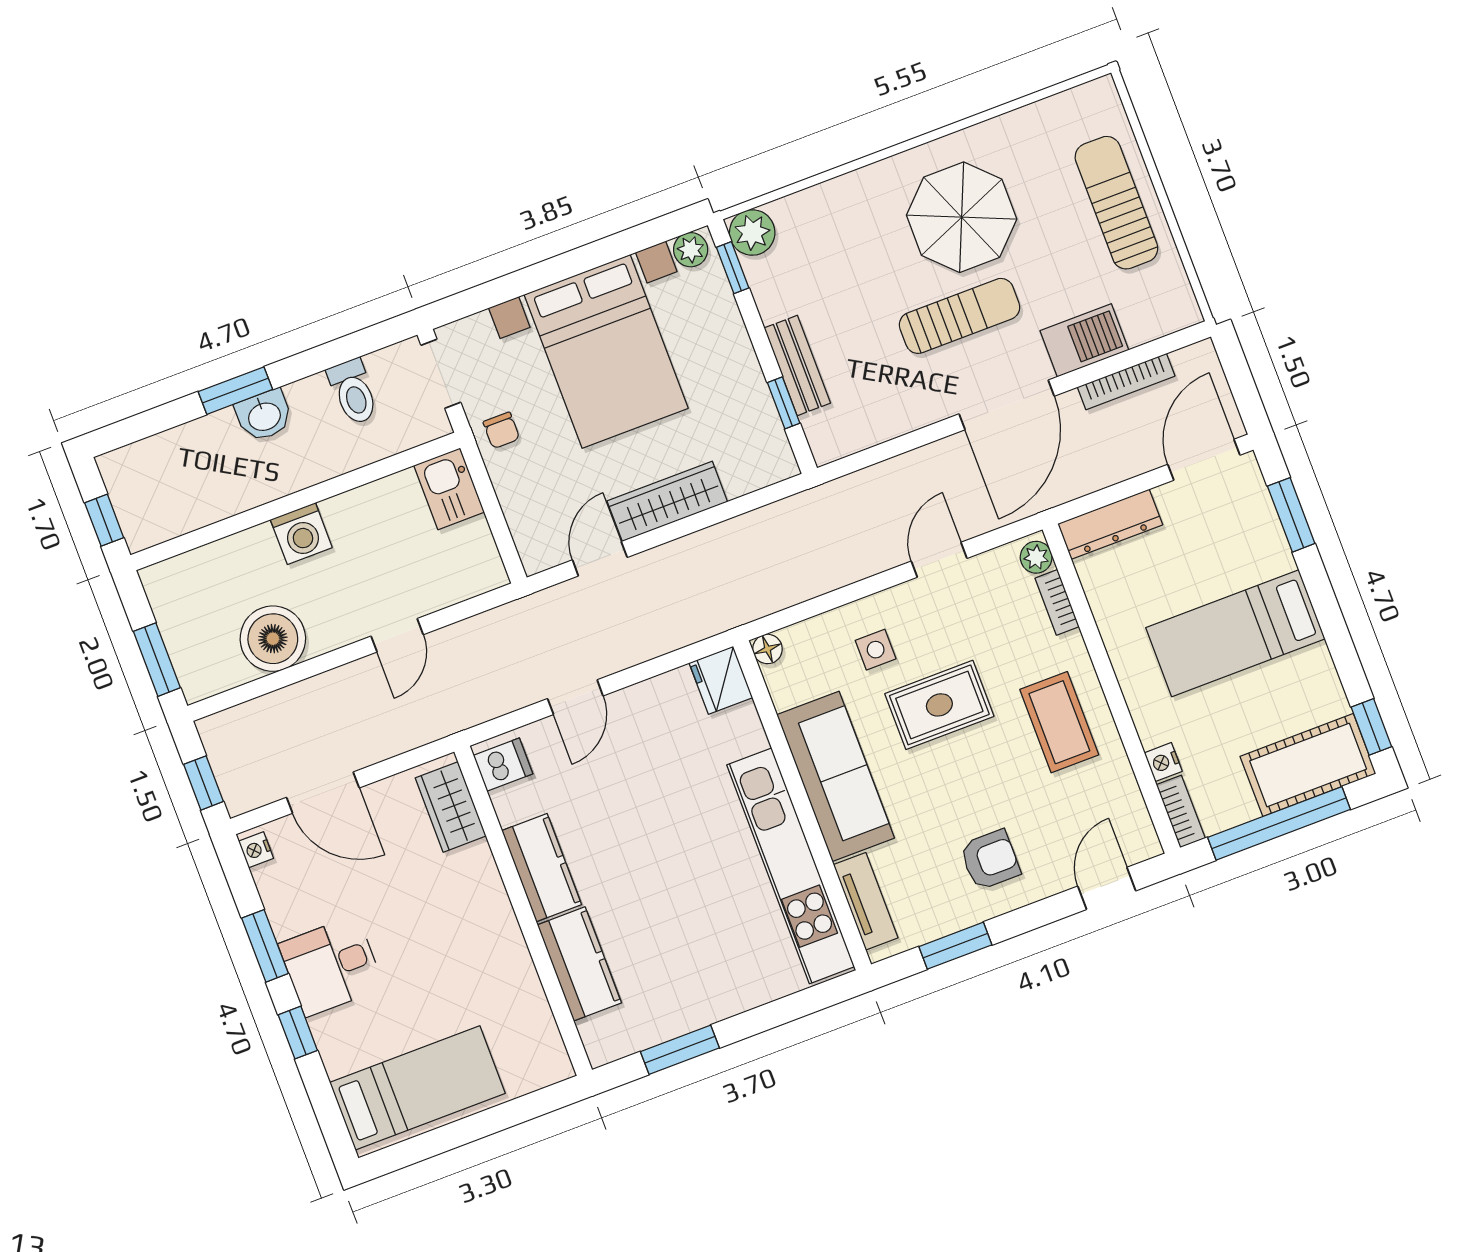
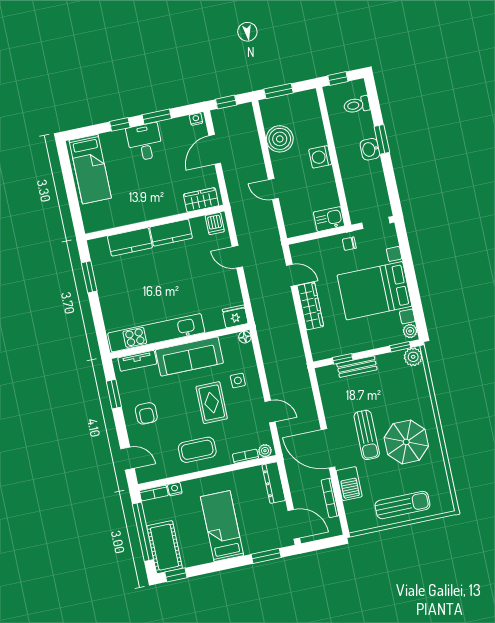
toilet: (353, 392) -> (357, 105), moved

